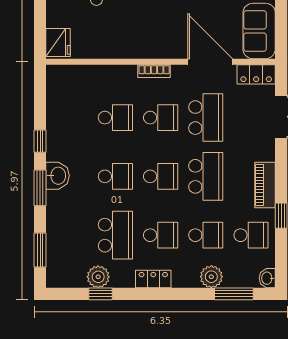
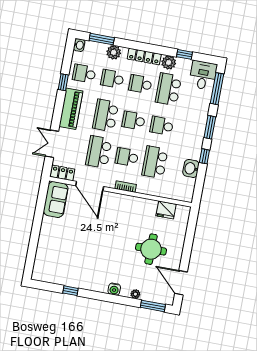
fridge: (58, 42) -> (166, 210), moved, turned -90
school desk: (115, 118) -> (155, 162), width x1.85
washbasin: (58, 176) -> (191, 168), moved
piano: (265, 185) -> (71, 109), width x1.37, depth x1.33
window: (40, 250) -> (217, 89), width x1.44
desk: (66, 267) -> (203, 75), added
plant: (98, 277) -> (169, 63), moved
locker: (153, 279) -> (144, 57), width x1.53

